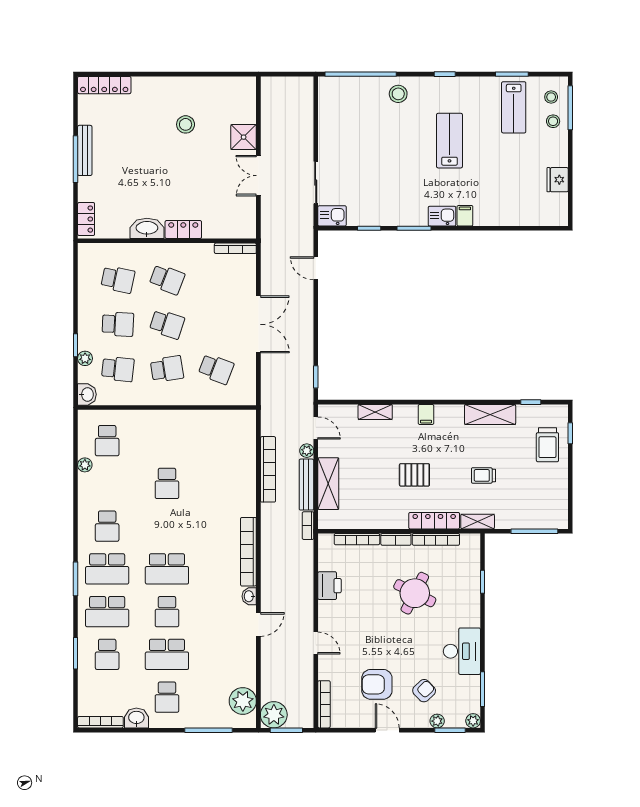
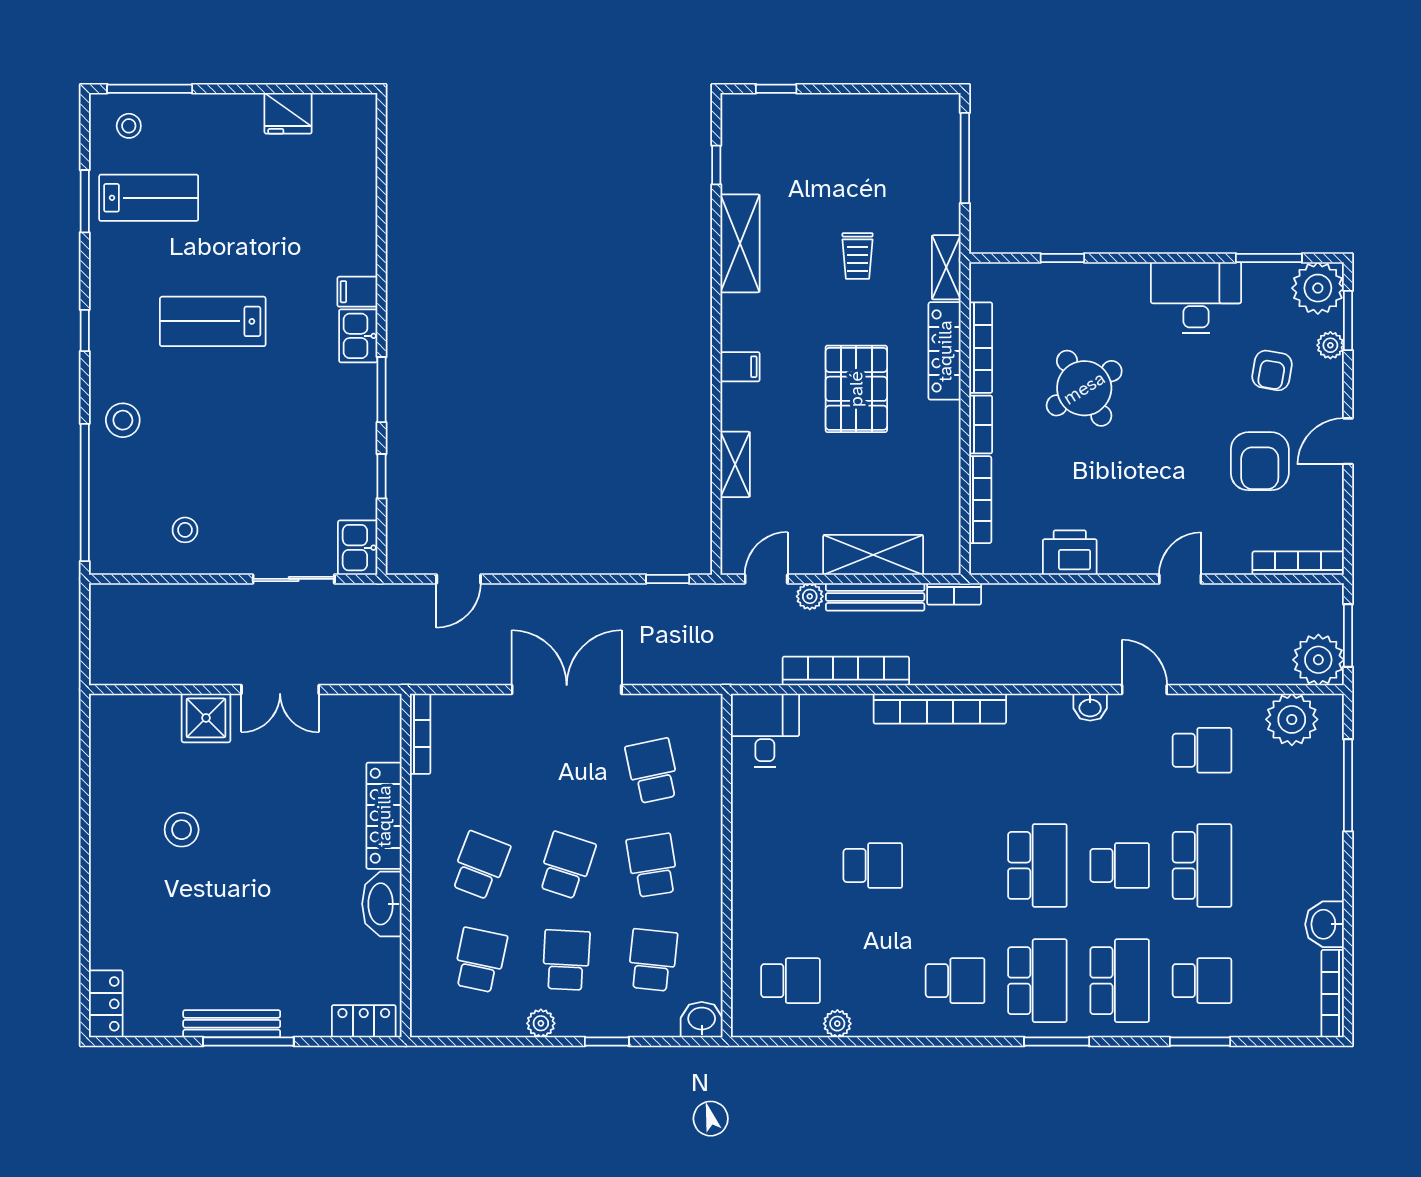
locker: (104, 85) -> (106, 1004), width x0.66
stool: (553, 121) -> (185, 530), moved
locker: (183, 230) -> (384, 816), width x1.53
plant: (85, 358) -> (541, 1023), moved
school desk: (216, 369) -> (652, 771), turned -33
desk: (237, 427) -> (765, 730), added
trolley: (547, 445) -> (798, 133), removed
pallet: (414, 475) -> (856, 389), width x1.50, depth x1.42
bookcase: (248, 552) -> (940, 709), moved
round table: (415, 593) -> (1084, 388), turned 31
armchair: (424, 691) -> (1272, 370), turned -126
school desk: (167, 697) -> (1202, 750), moved
plant: (473, 721) -> (1318, 288), width x1.88, depth x1.88

